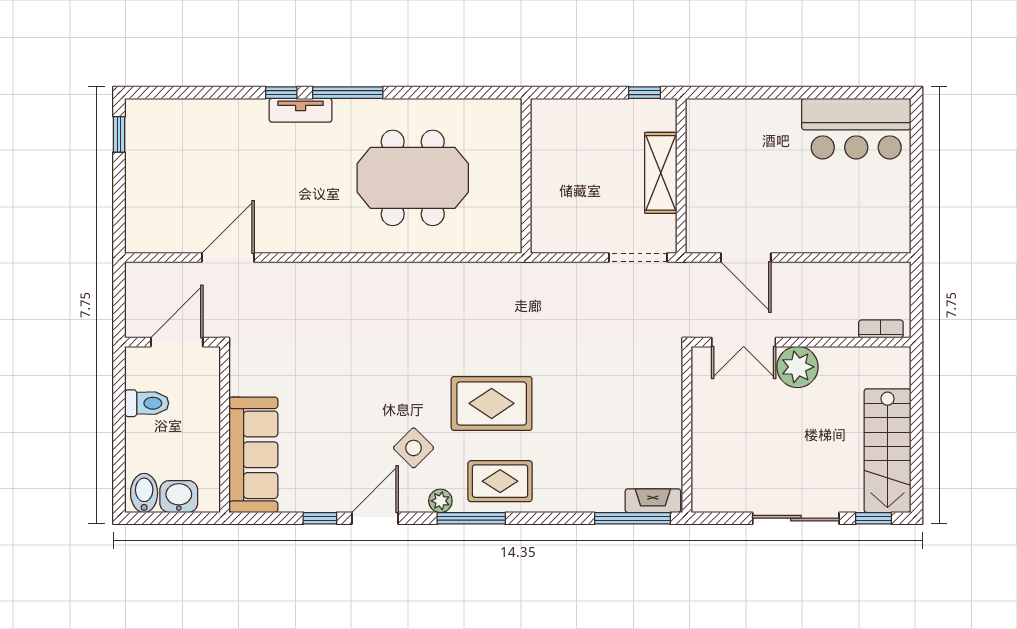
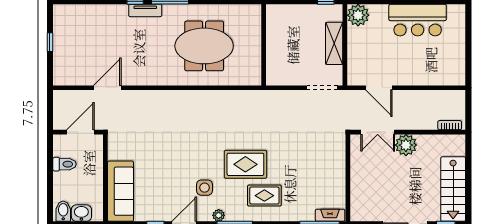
plant: (706, 119) -> (358, 15), added
bar counter: (856, 129) -> (418, 20), moved
window: (119, 134) -> (50, 42), moved
side table: (414, 448) -> (205, 188), turned 45
rug: (500, 481) -> (264, 196), moved

